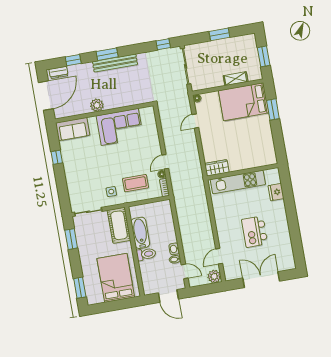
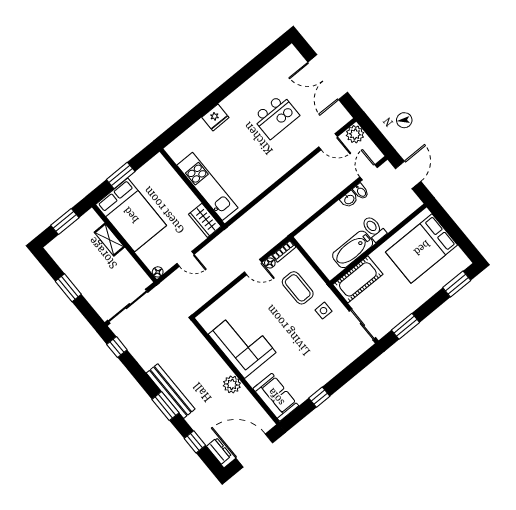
wardrobe: (217, 168) -> (205, 220), moved
wall: (243, 172) -> (192, 188), moved
kitchen unit: (238, 182) -> (207, 186), moved

